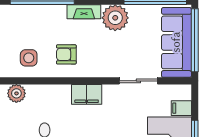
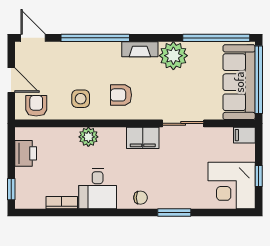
sliding door: (138, 81) -> (183, 123), moved
plant: (16, 93) -> (88, 137), moved
filing cabinet: (181, 108) -> (244, 135), moved

